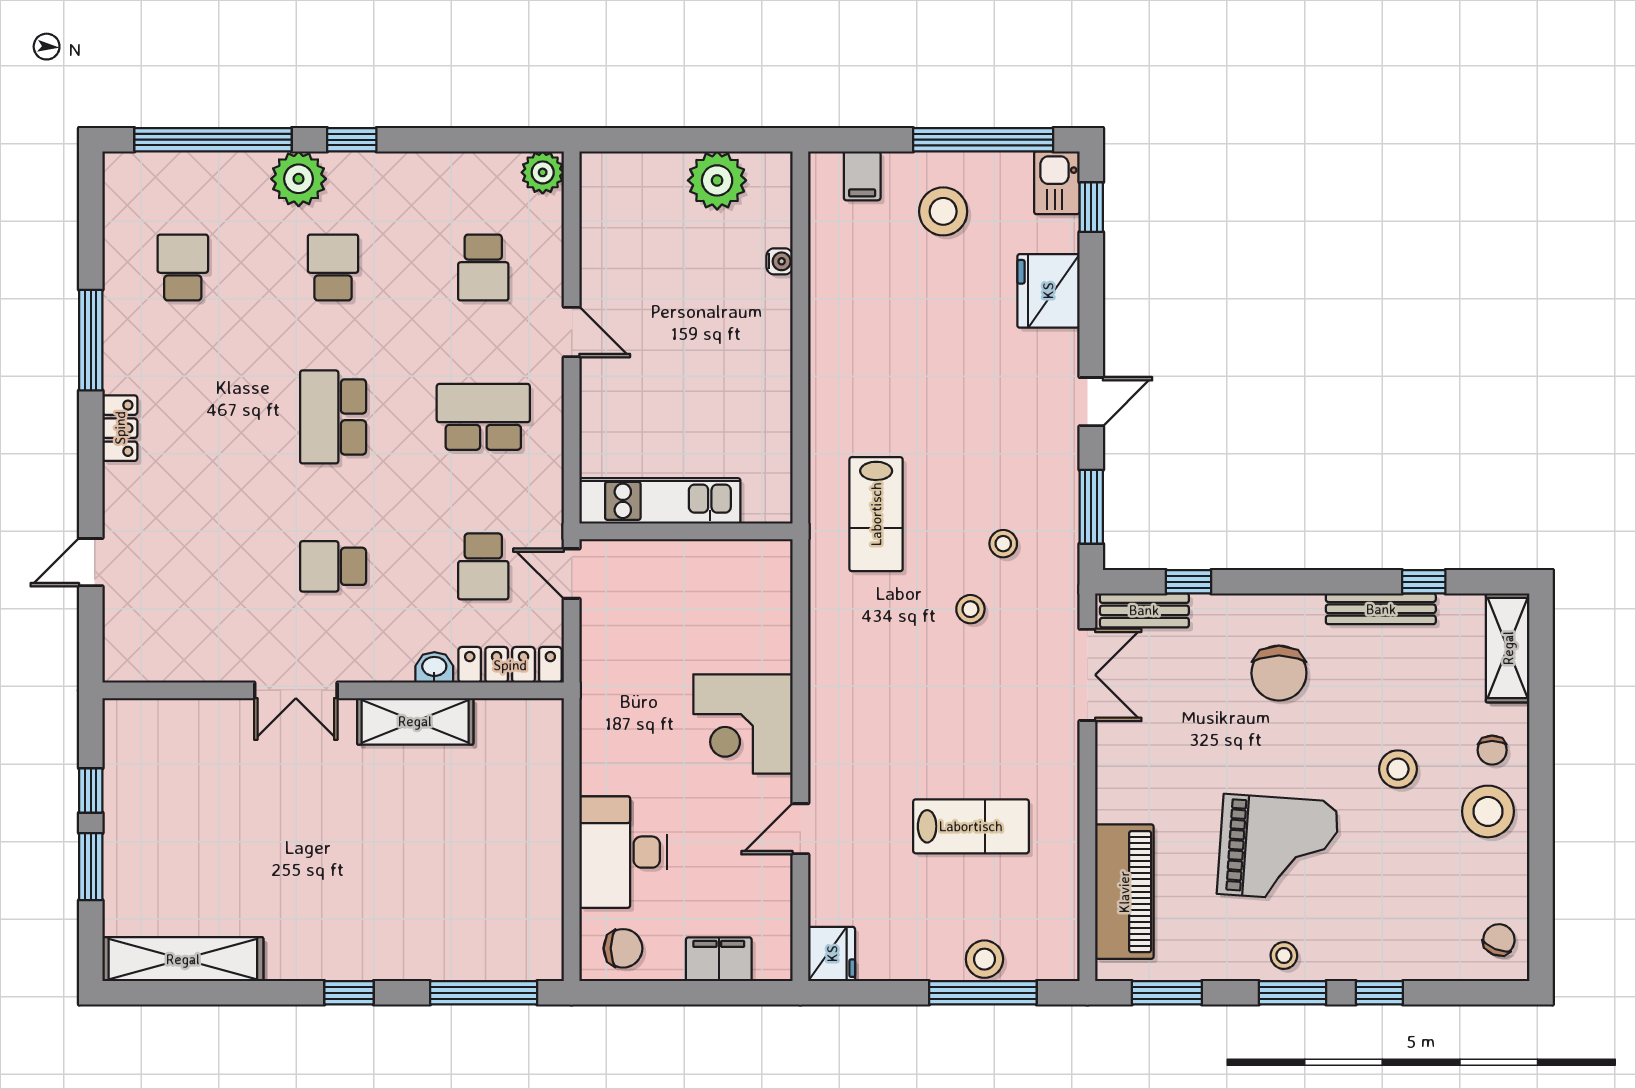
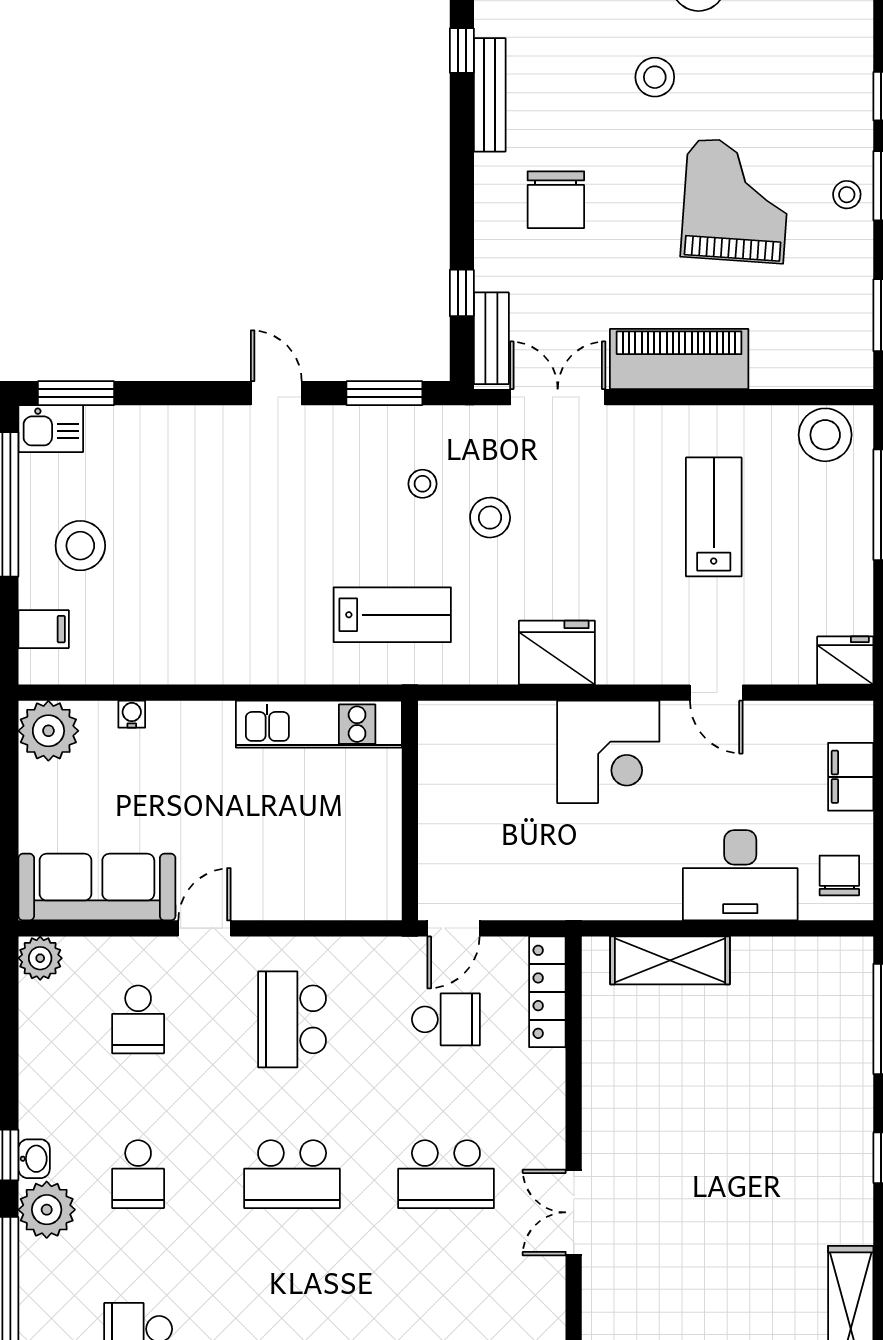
plant: (717, 180) -> (48, 731), moved
window: (1091, 207) -> (76, 393), width x1.50
sofa: (612, 228) -> (97, 887), added
school desk: (333, 267) -> (138, 1174), turned -90
school desk: (483, 267) -> (138, 1019), turned 90
fridge: (1048, 291) -> (557, 653), moved, turned 180
kitchen unit: (660, 501) -> (319, 724), moved, turned -90
school desk: (333, 566) -> (446, 1174), width x1.85
stool: (970, 609) -> (490, 518), width x1.37, depth x1.37
washbasin: (434, 667) -> (34, 1159), moved, turned 180
chair: (1279, 673) -> (556, 200), turned 90
double door: (296, 690) -> (574, 1212), swing flipped
shelving: (415, 721) -> (670, 960), moved, turned 90
piano: (1124, 892) -> (679, 359), moved
stool: (984, 959) -> (825, 435), moved, width x1.38, depth x1.38

